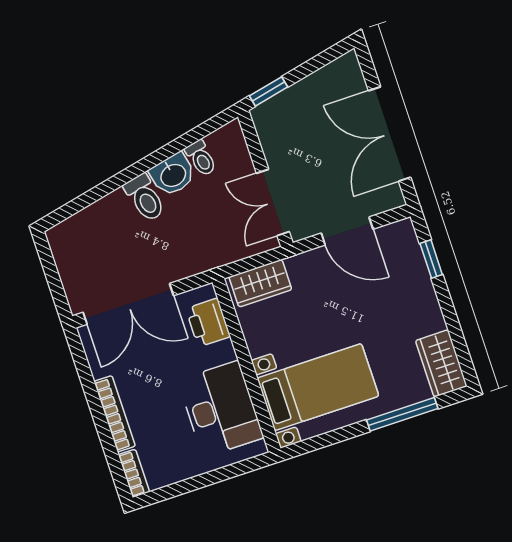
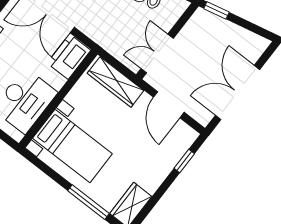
wardrobe: (260, 283) -> (116, 82), width x1.50
printer: (208, 323) -> (69, 57), width x1.37, depth x1.19

